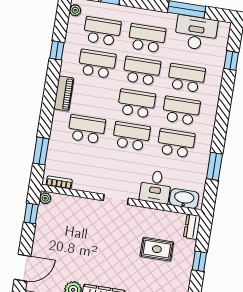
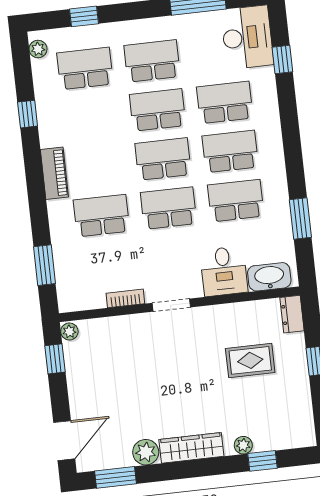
desk: (196, 33) -> (247, 37), moved, turned 90
school desk: (97, 64) -> (90, 117), removed
bookcase: (59, 182) -> (125, 298), moved

